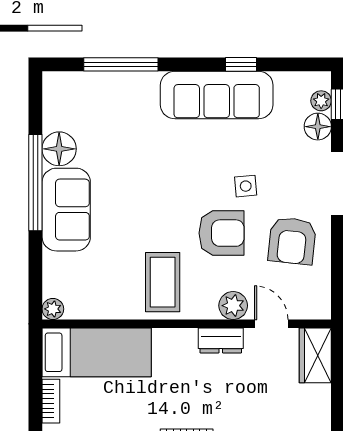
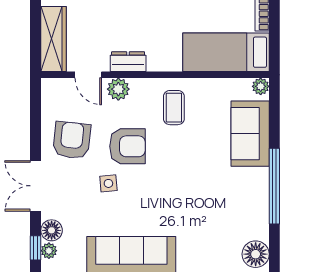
floor lamp: (59, 149) -> (256, 254), moved
sofa: (66, 210) -> (250, 134), moved
armchair: (222, 233) -> (127, 146), turned 180
coffee table: (163, 282) -> (174, 108), width x0.73, depth x0.77
wardrobe: (315, 355) -> (53, 39), width x1.50

